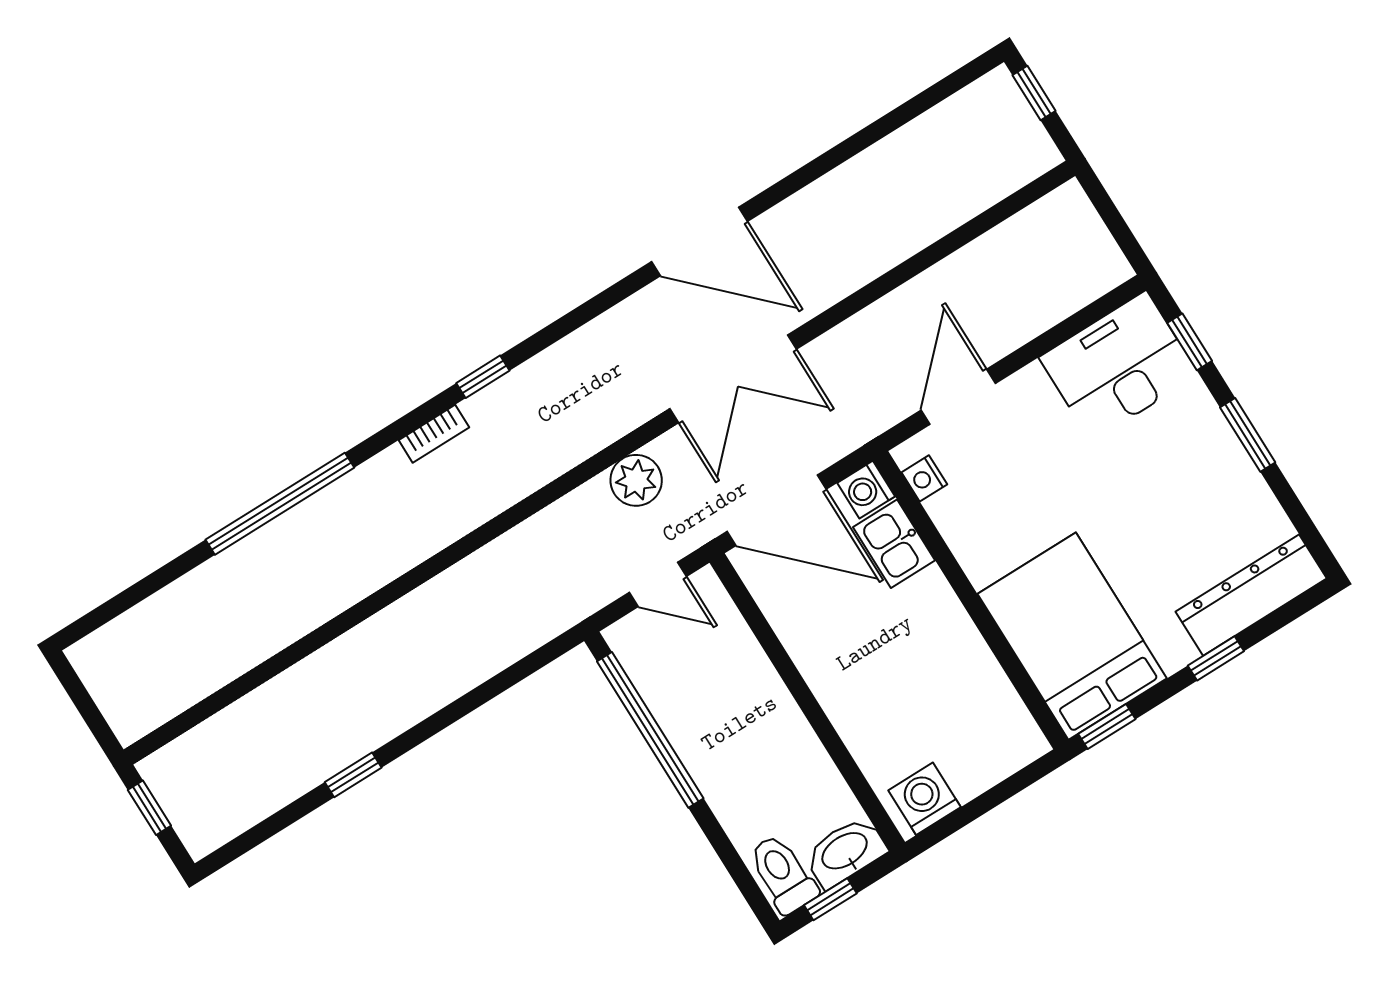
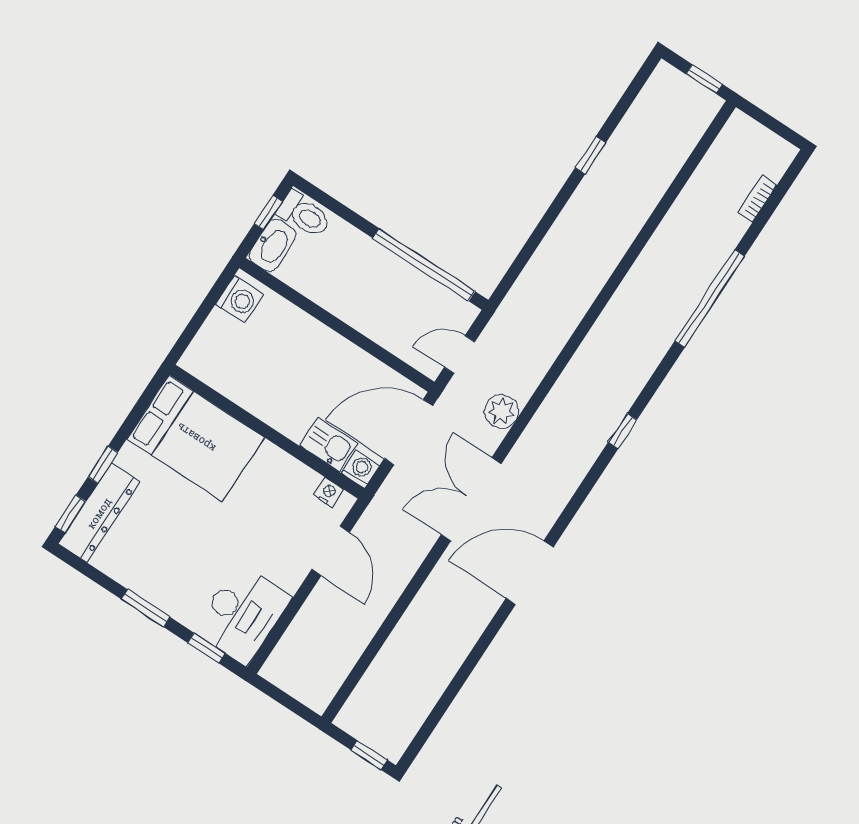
bookcase: (434, 434) -> (757, 199), moved
window: (1107, 727) -> (70, 514), moved

